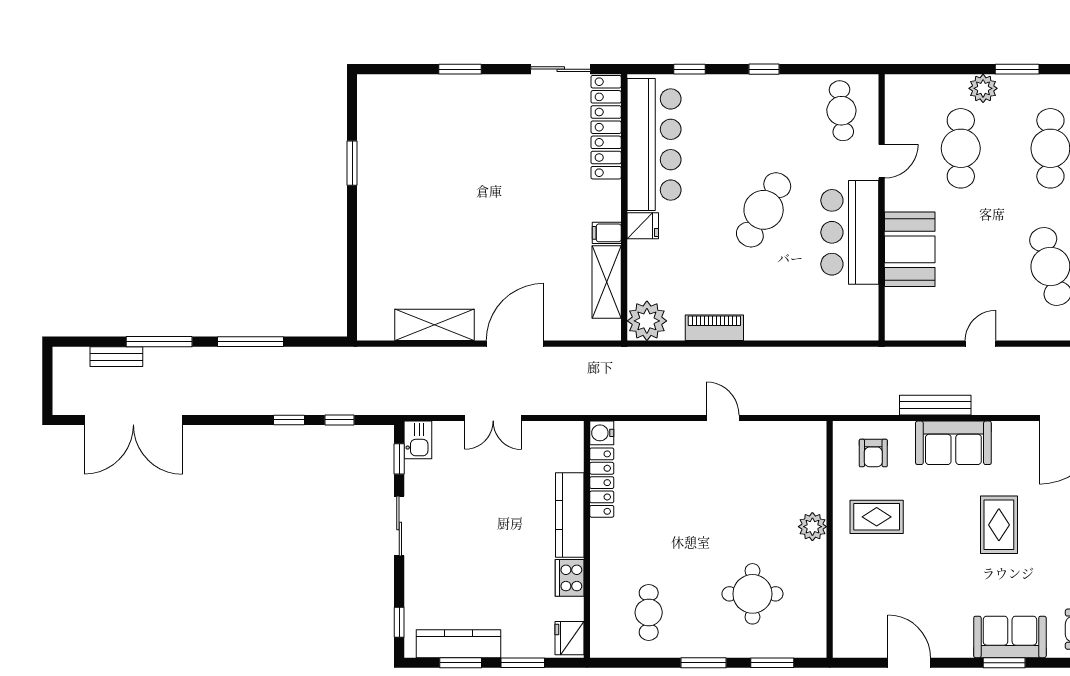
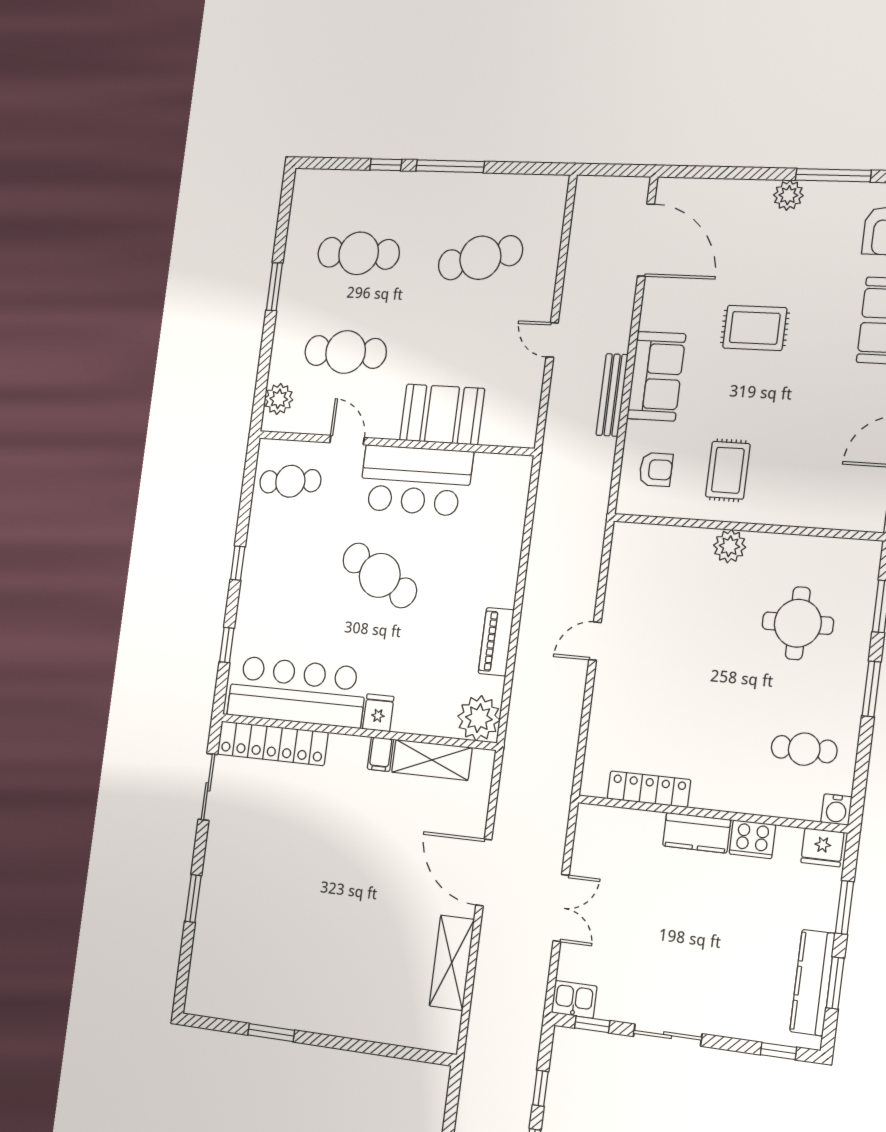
plant: (983, 88) -> (279, 399), moved
water cooler: (602, 433) -> (836, 810), moved
kitchen counter: (570, 515) -> (697, 833), width x0.67

